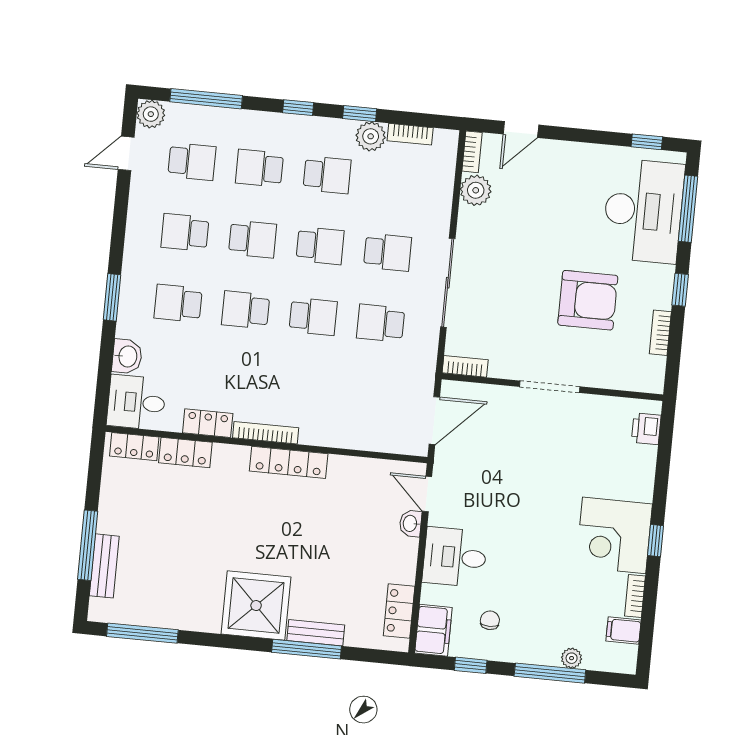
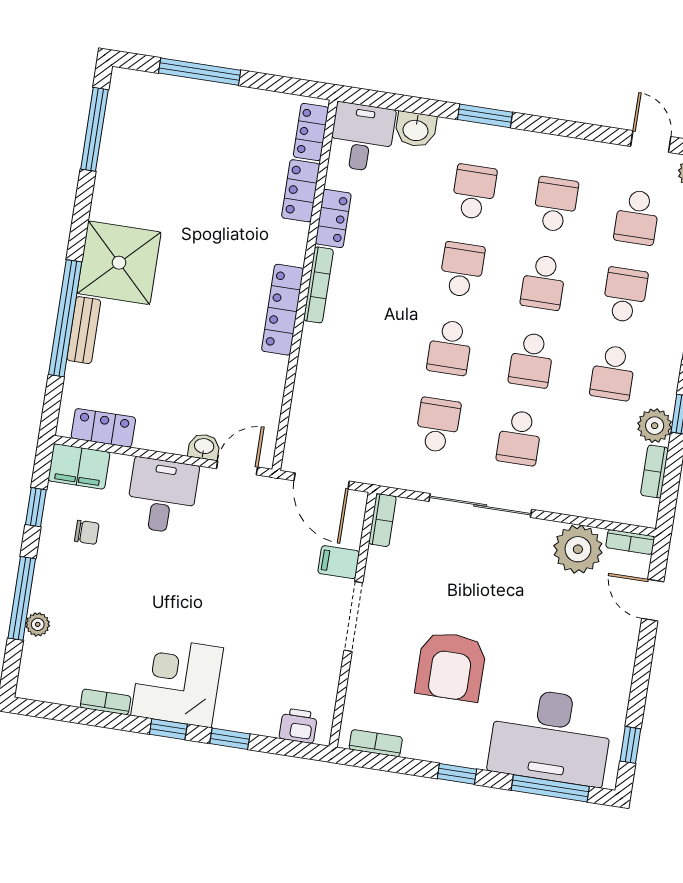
plant: (476, 190) -> (578, 549), width x1.36, depth x1.36
bookcase: (660, 333) -> (376, 743), moved
window: (661, 487) -> (230, 739), added
bench: (104, 566) -> (175, 90), removed
filing cabinet: (624, 630) -> (339, 562), moved, turned -90
window: (306, 649) -> (65, 318), width x1.46

